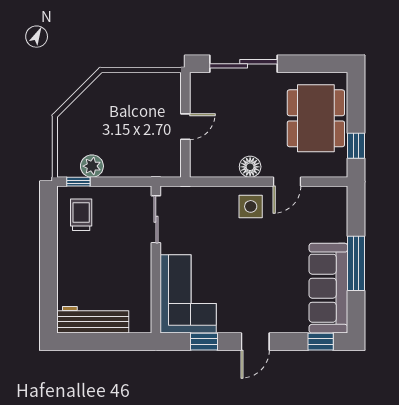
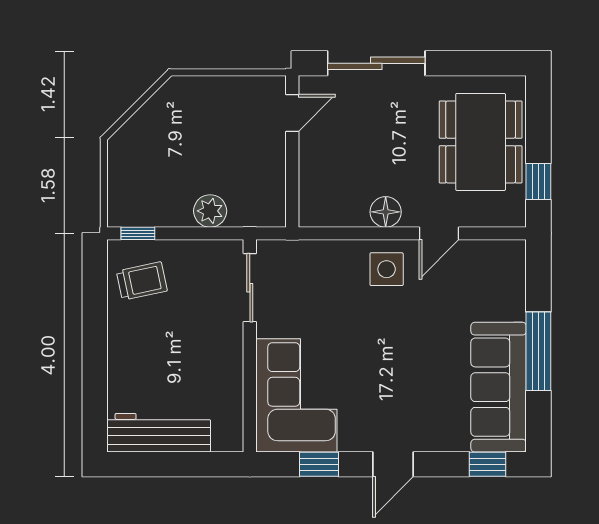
door: (185, 127) -> (292, 113), moved
plant: (92, 166) -> (210, 211), moved
trolley: (81, 215) -> (142, 281), turned 78

